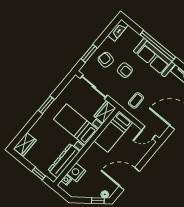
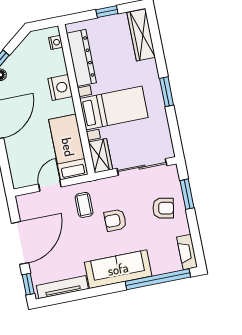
window: (158, 46) -> (158, 279), moved
armchair: (125, 70) -> (115, 220), moved
door: (149, 133) -> (50, 185), moved
wardrobe: (25, 144) -> (141, 35), width x1.50
nightstand: (76, 172) -> (60, 87), moved
window: (39, 174) -> (107, 12), moved

